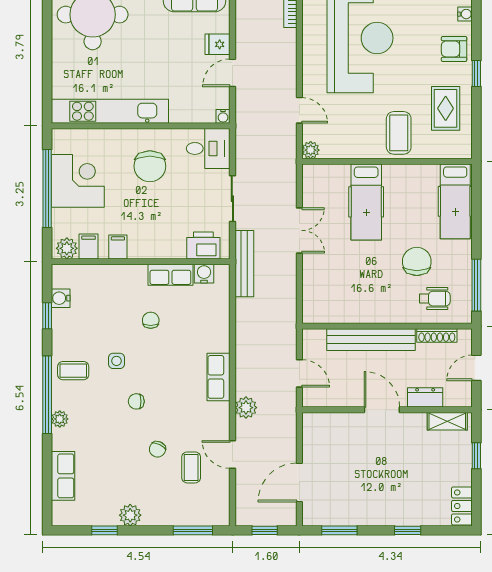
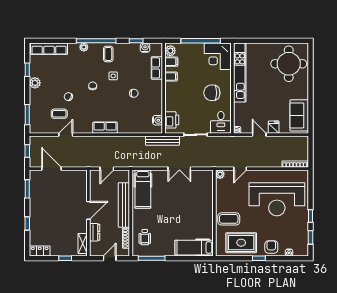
rug: (446, 108) -> (241, 243), width x1.36, depth x1.43
corner desk: (78, 181) -> (218, 56), moved, turned 90
hospital bed: (366, 202) -> (143, 189), moved, turned -90
chair: (417, 261) -> (164, 228), removed
row of seats: (170, 275) -> (157, 68), moved
door: (476, 368) -> (110, 258), hinge flipped
plant: (246, 408) -> (90, 142), removed
row of seats: (63, 476) -> (49, 49), width x1.48

